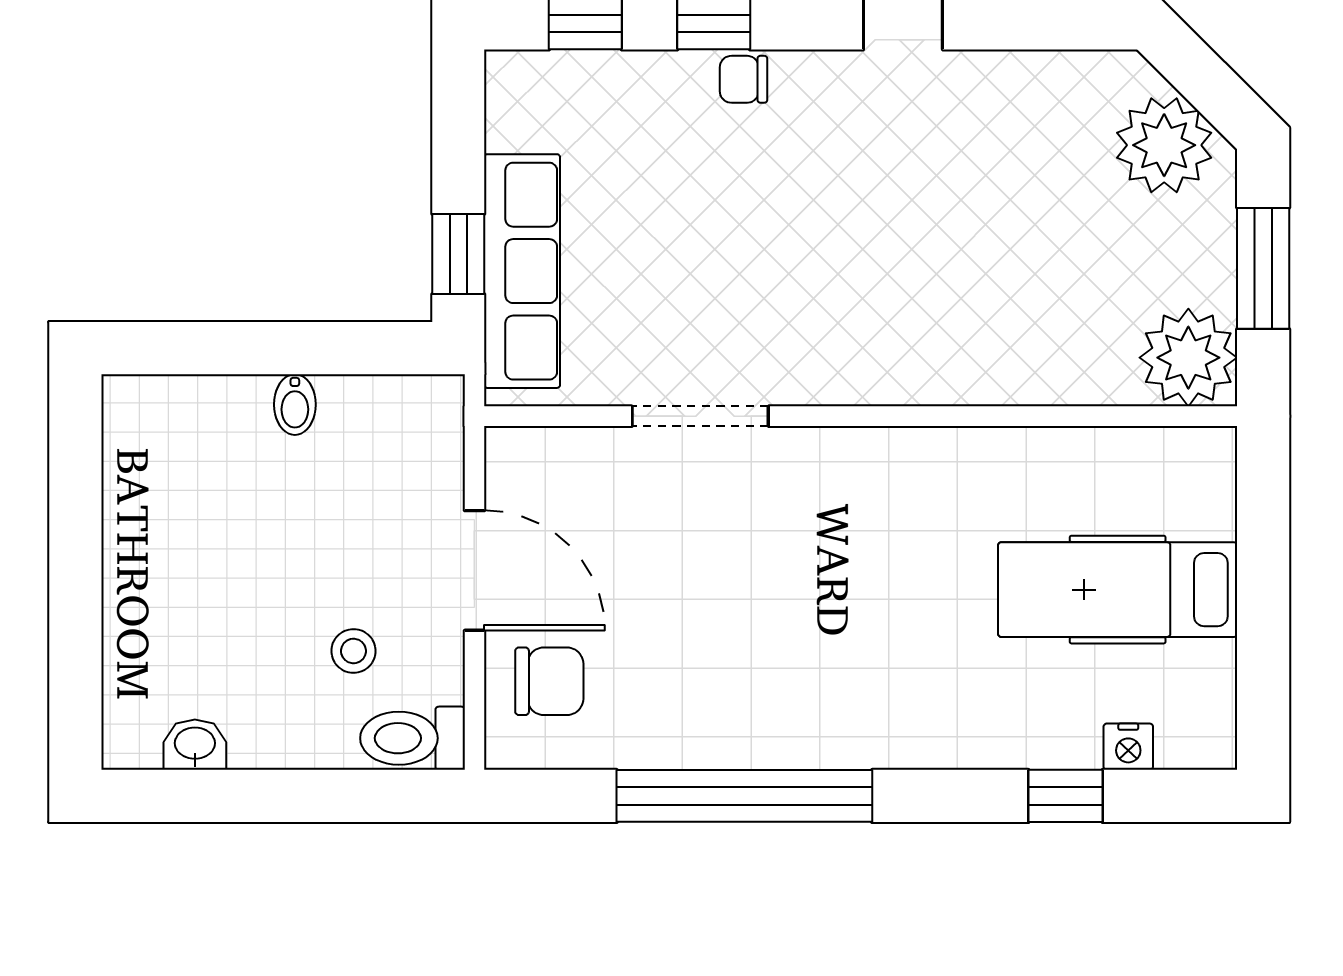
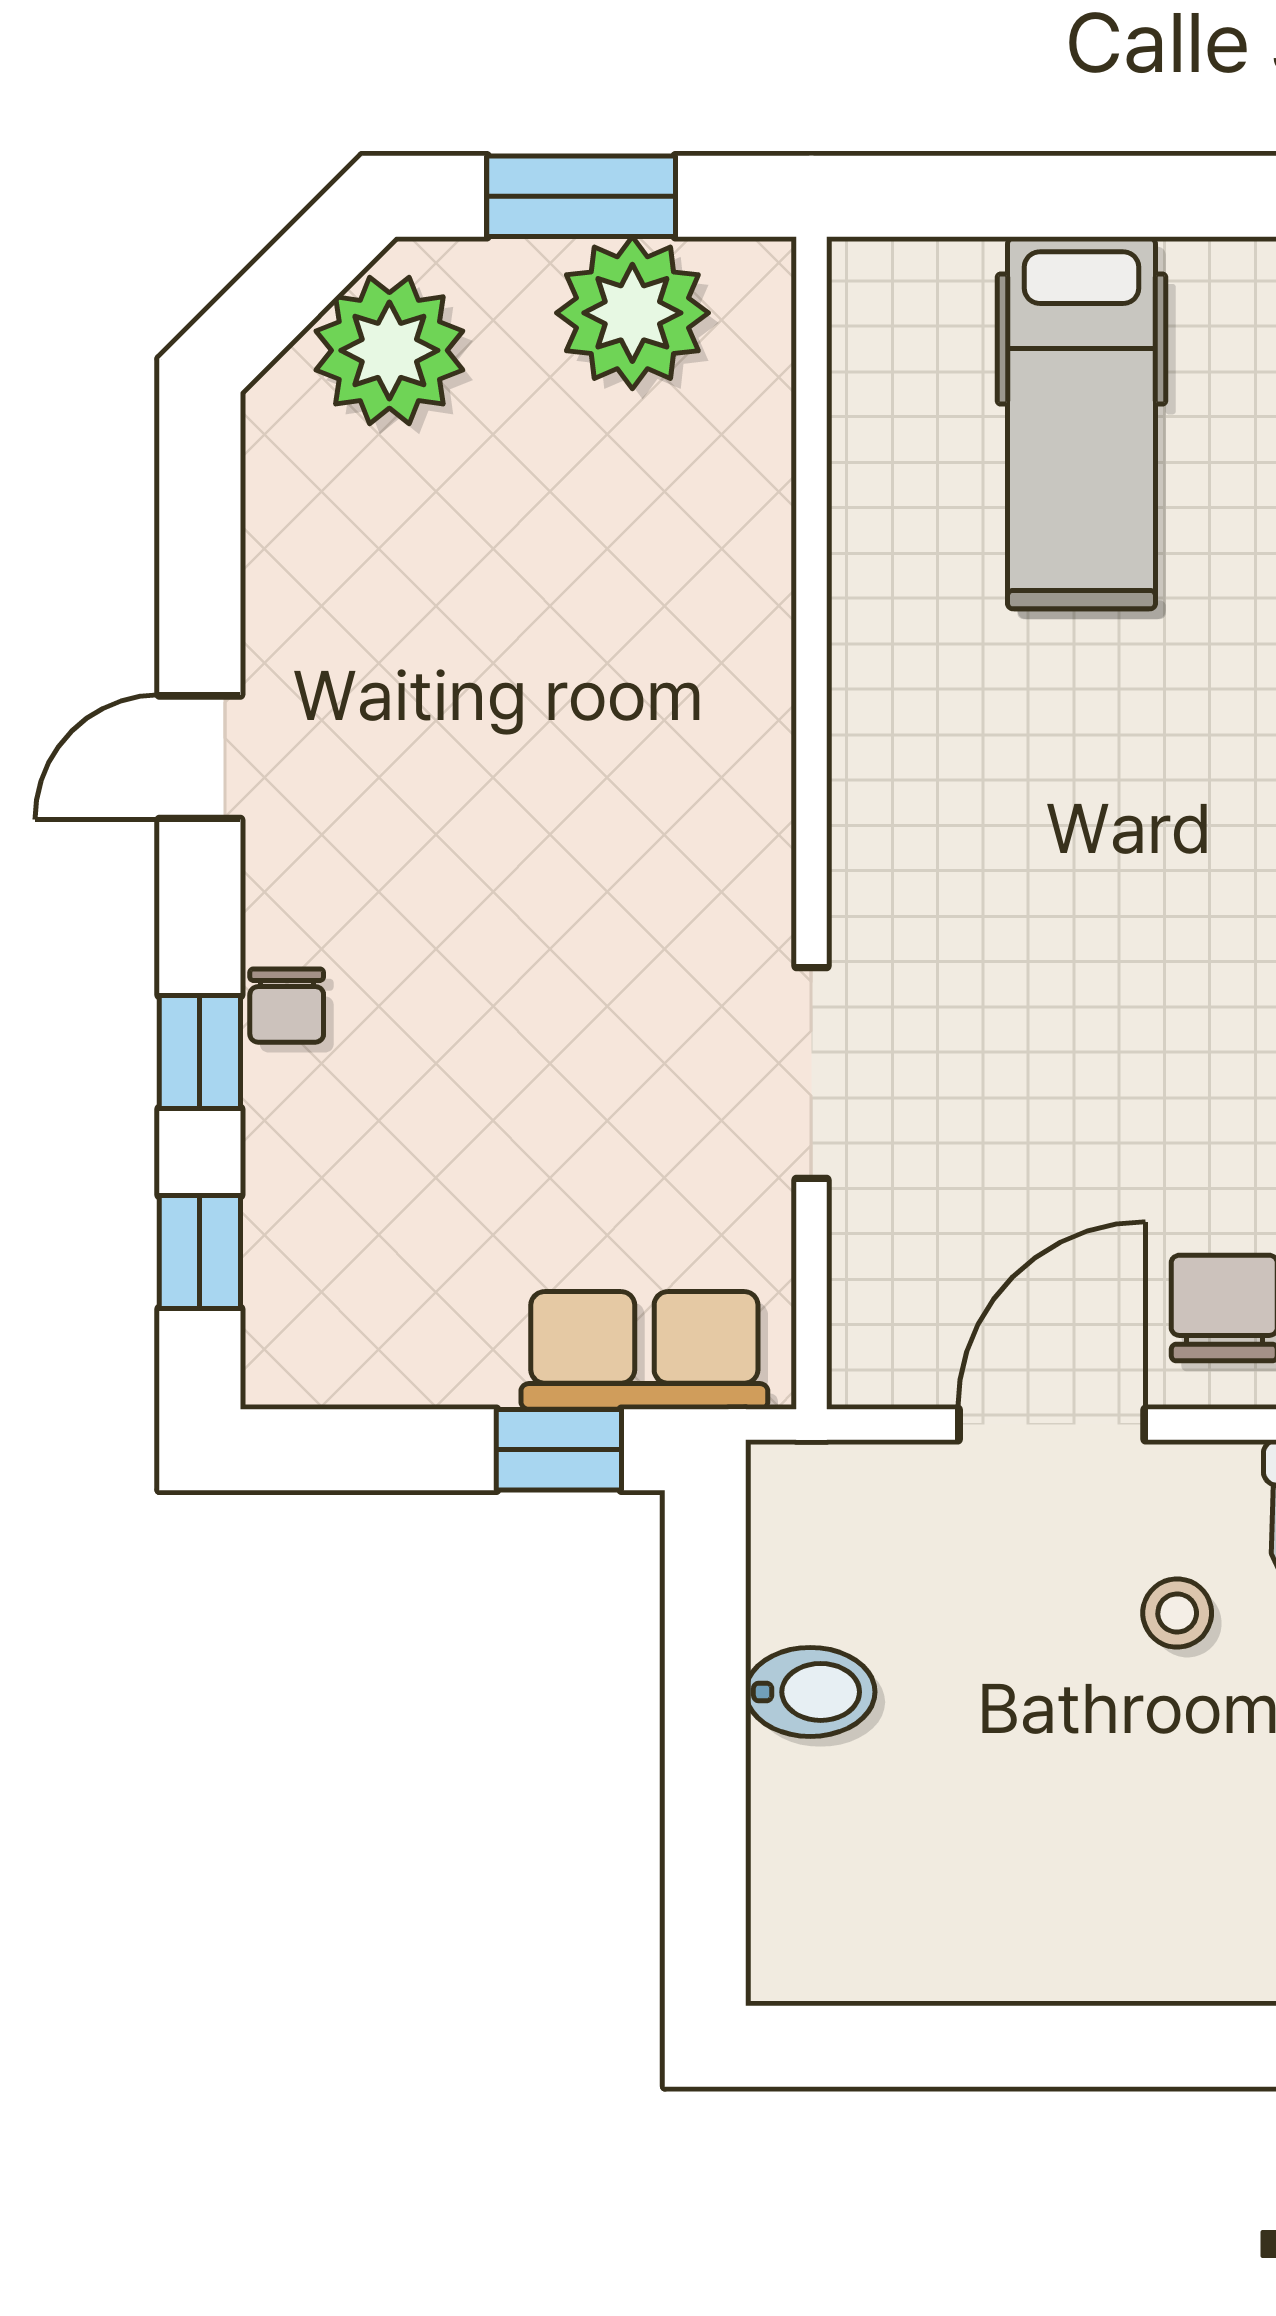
row of seats: (522, 271) -> (644, 1350), width x0.68
plant: (1188, 358) -> (632, 313), moved
bidet: (295, 405) -> (810, 1692), width x1.38, depth x1.36

